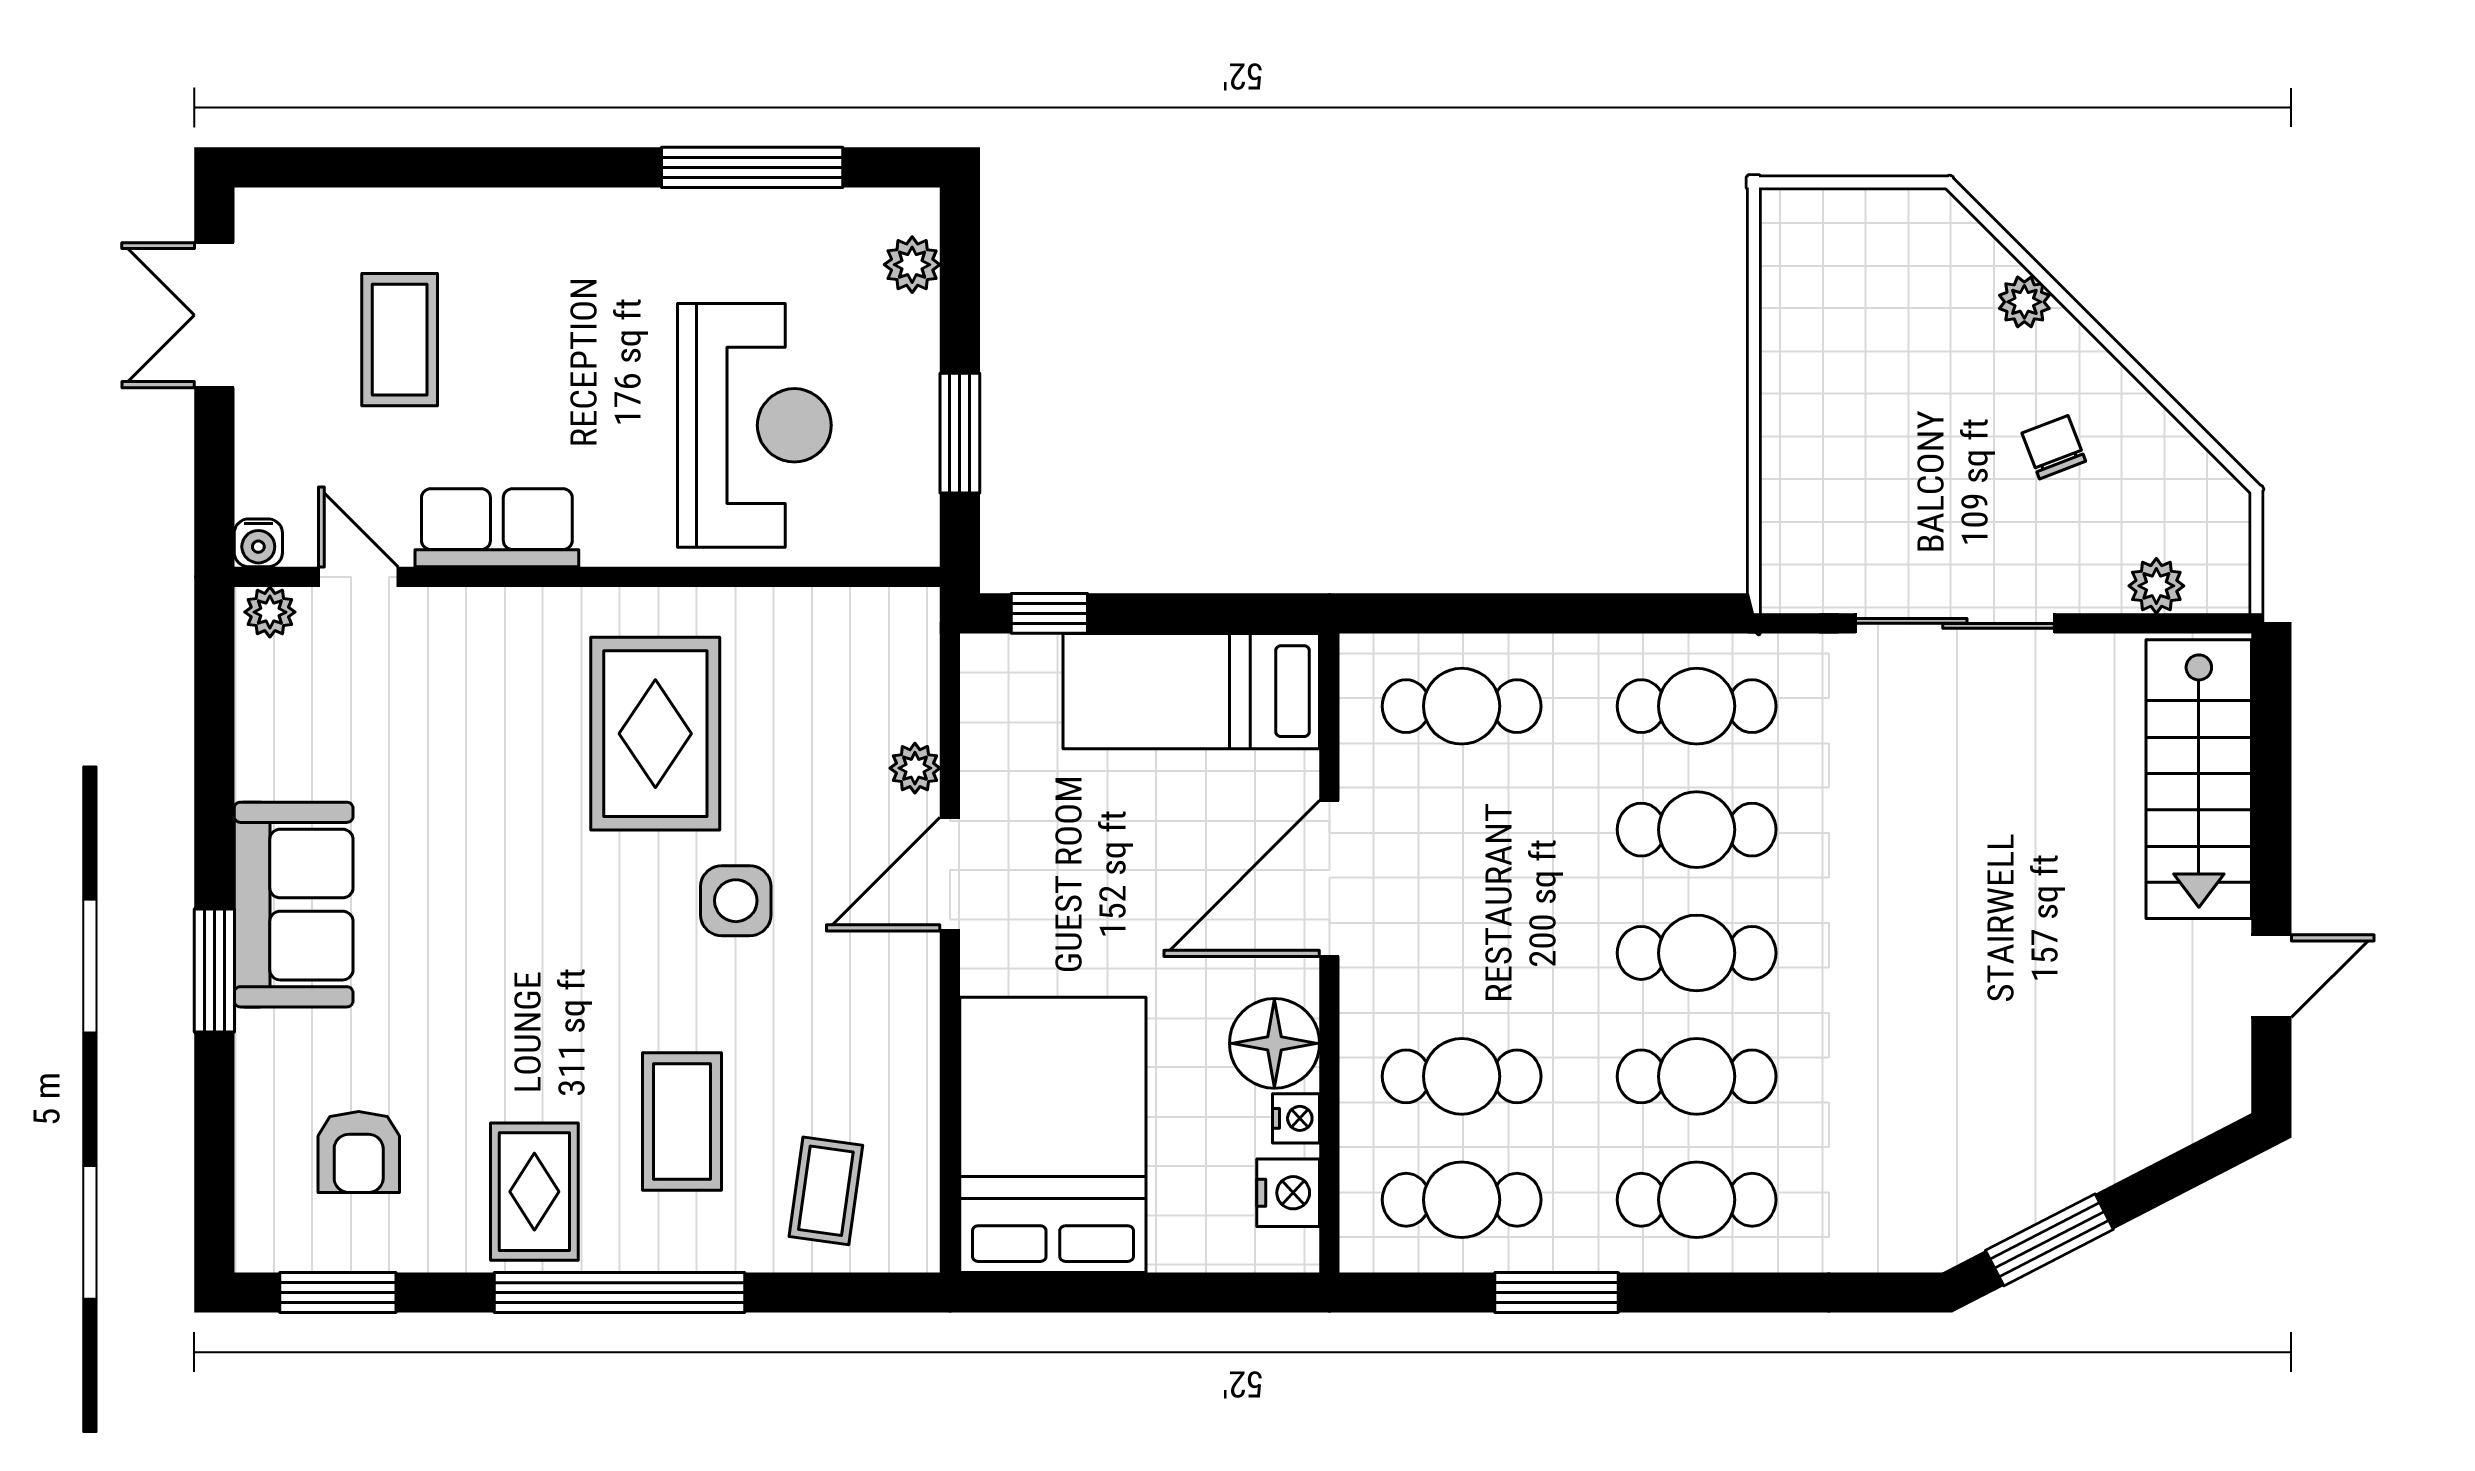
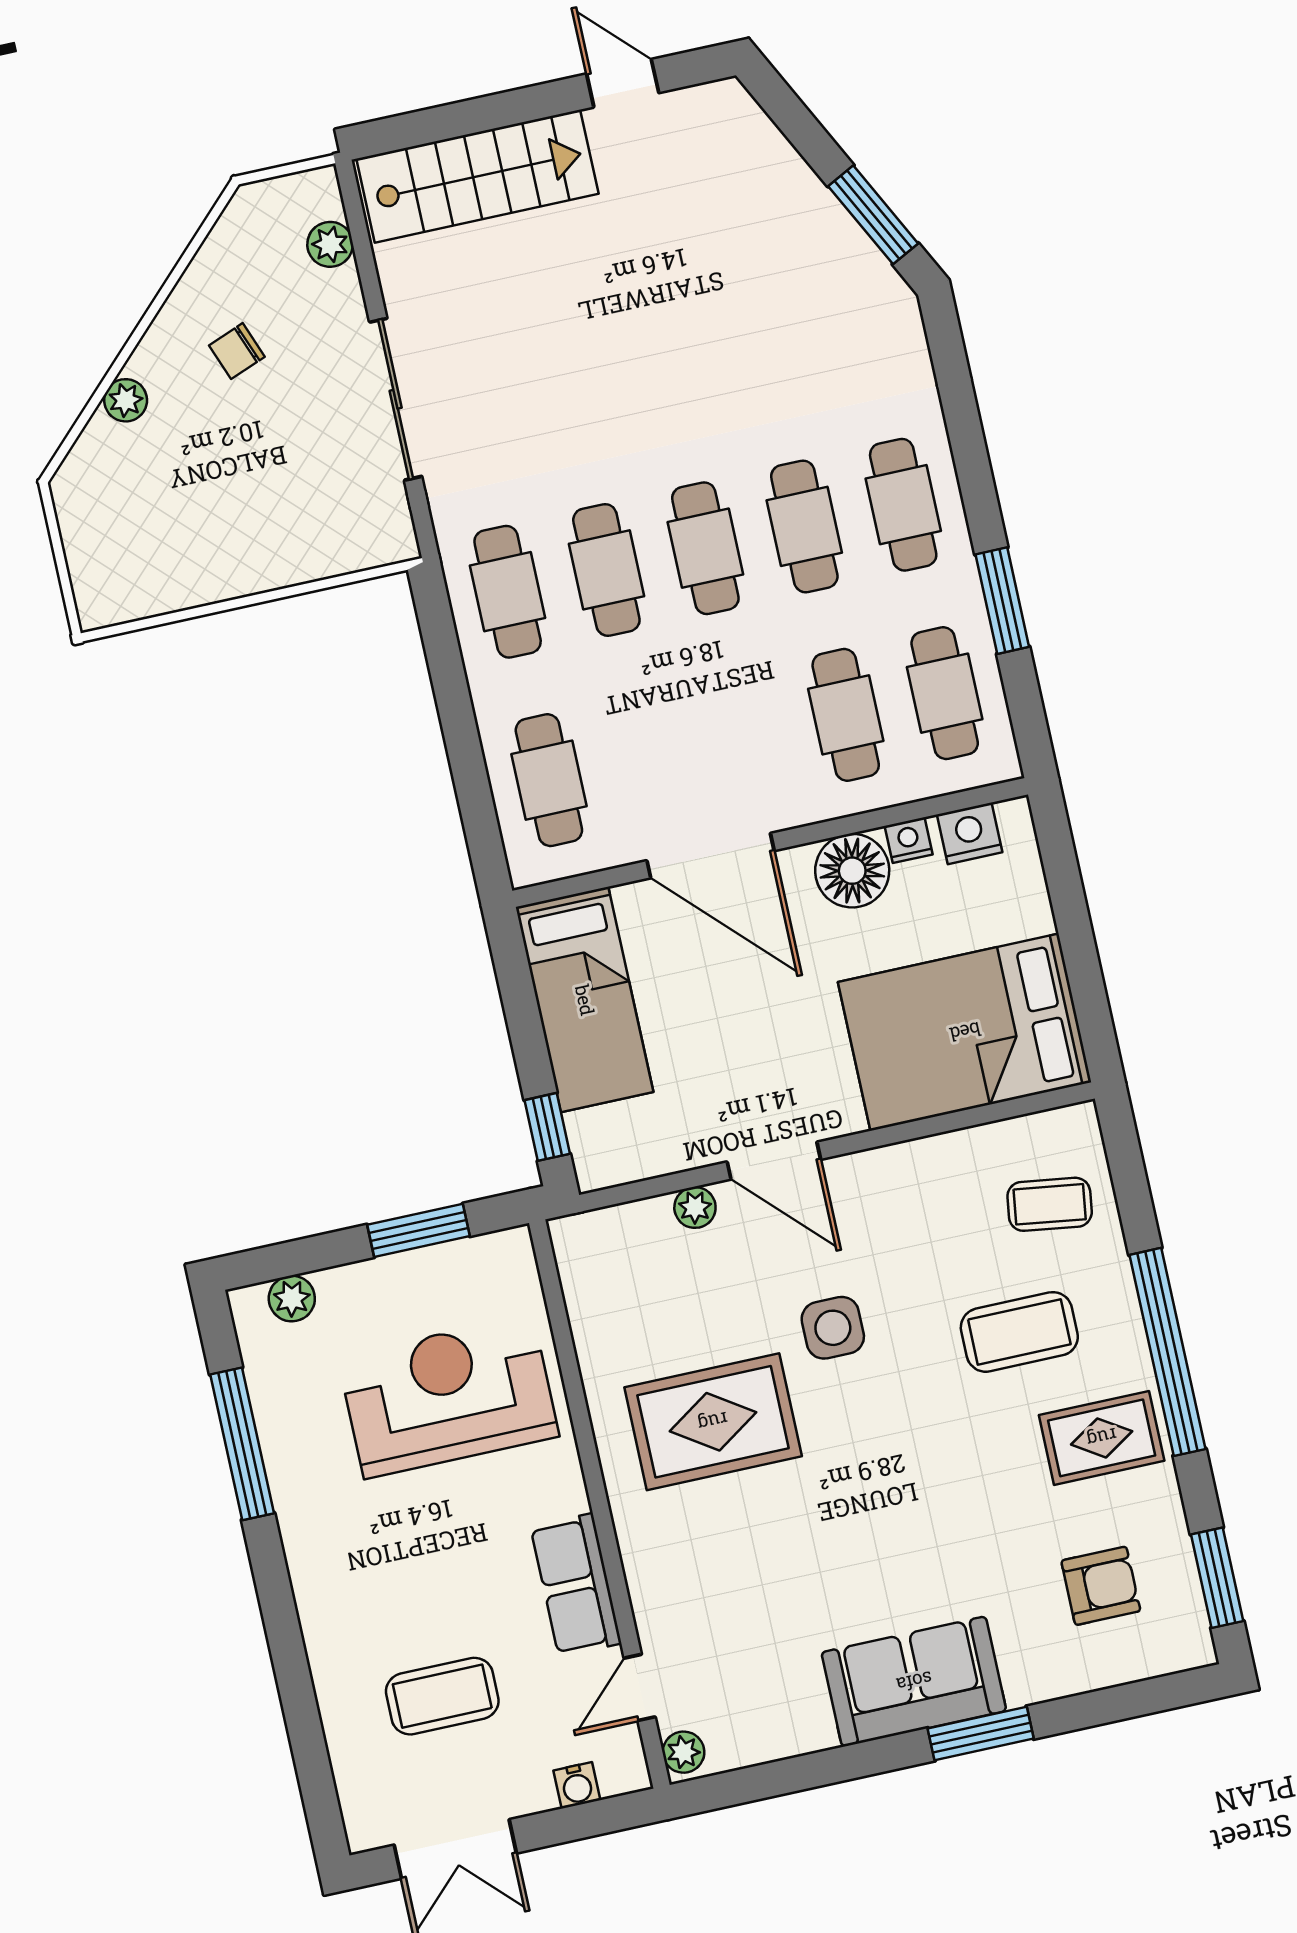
water cooler: (258, 543) -> (577, 1785), moved, turned 90

